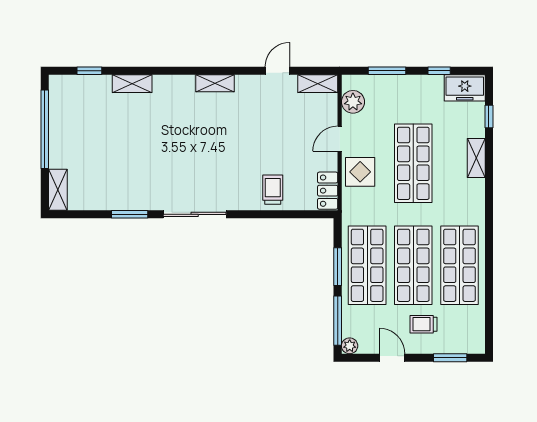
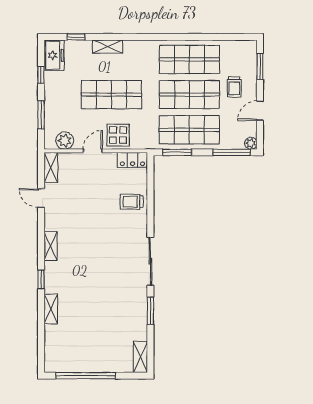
window: (89, 71) -> (41, 279), moved
door: (340, 139) -> (93, 151), swing flipped
shelving: (58, 190) -> (140, 357), moved, turned 90
window: (338, 267) -> (177, 152), moved

